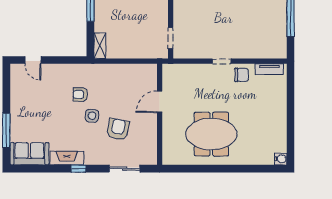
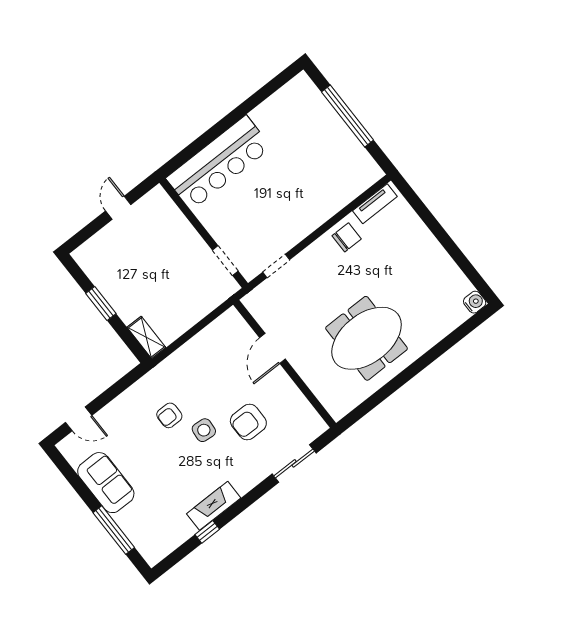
doorway: (222, 61) -> (276, 266), moved
armchair: (118, 129) -> (248, 422), turned -101
sofa: (29, 154) -> (106, 483), moved, turned 90
window: (79, 169) -> (207, 532), moved

